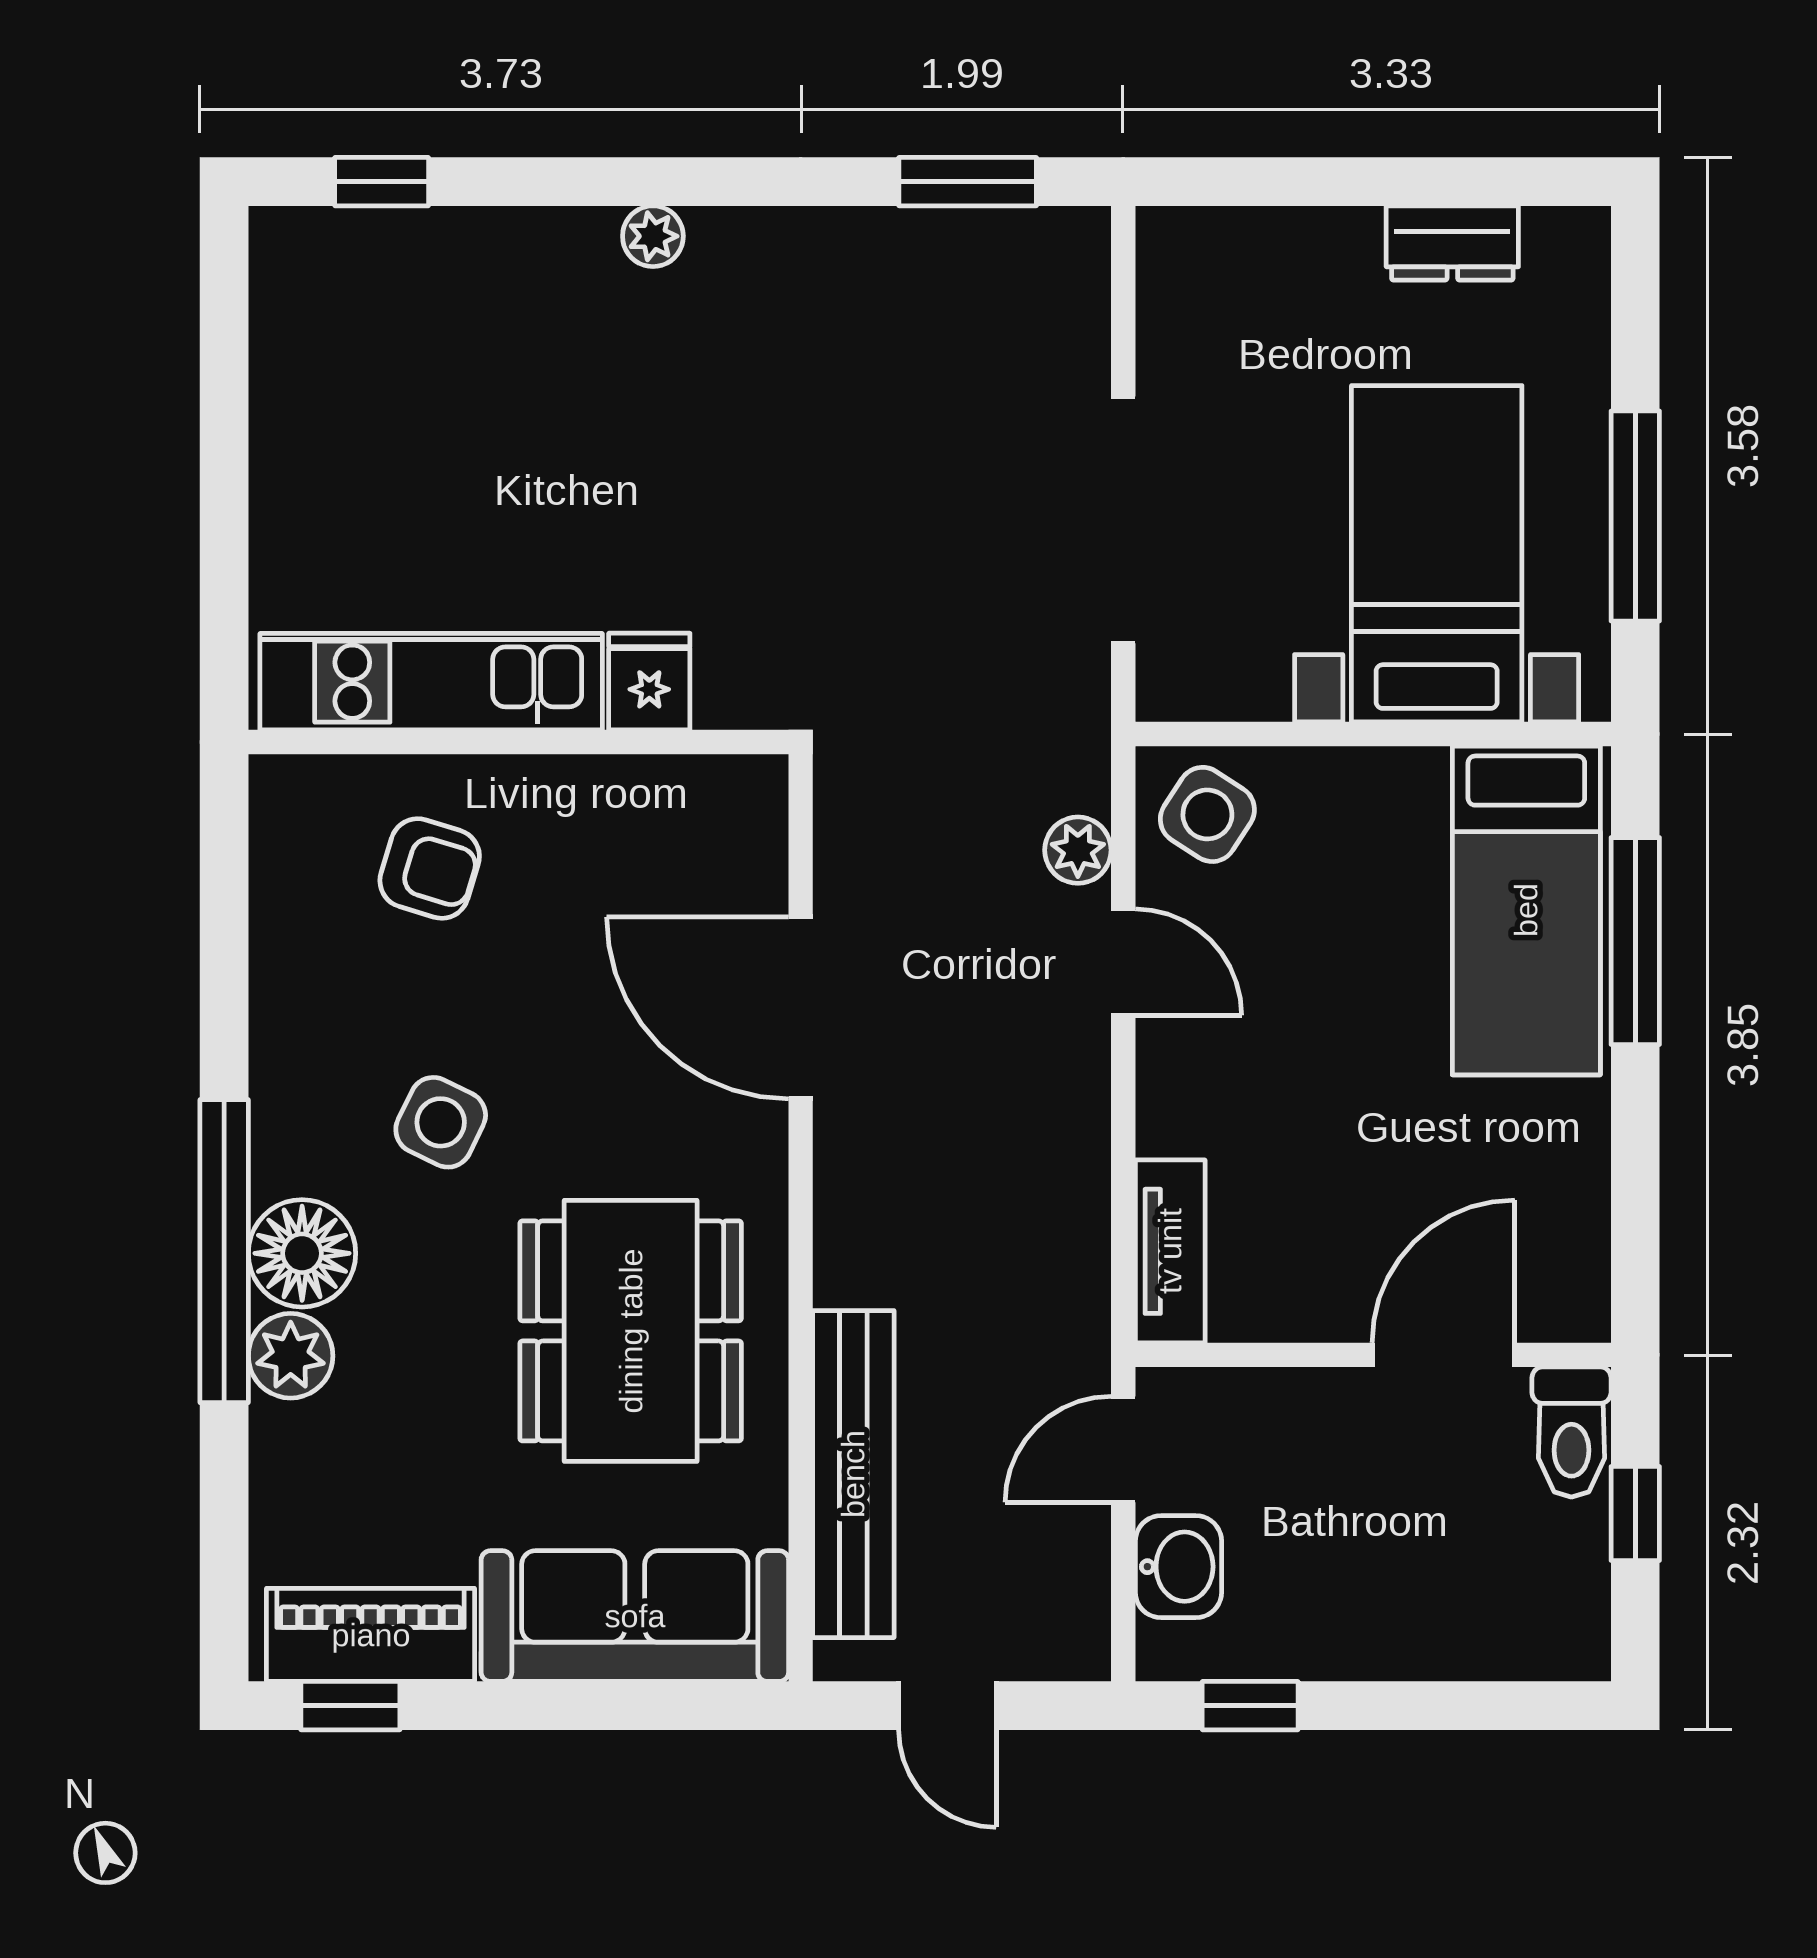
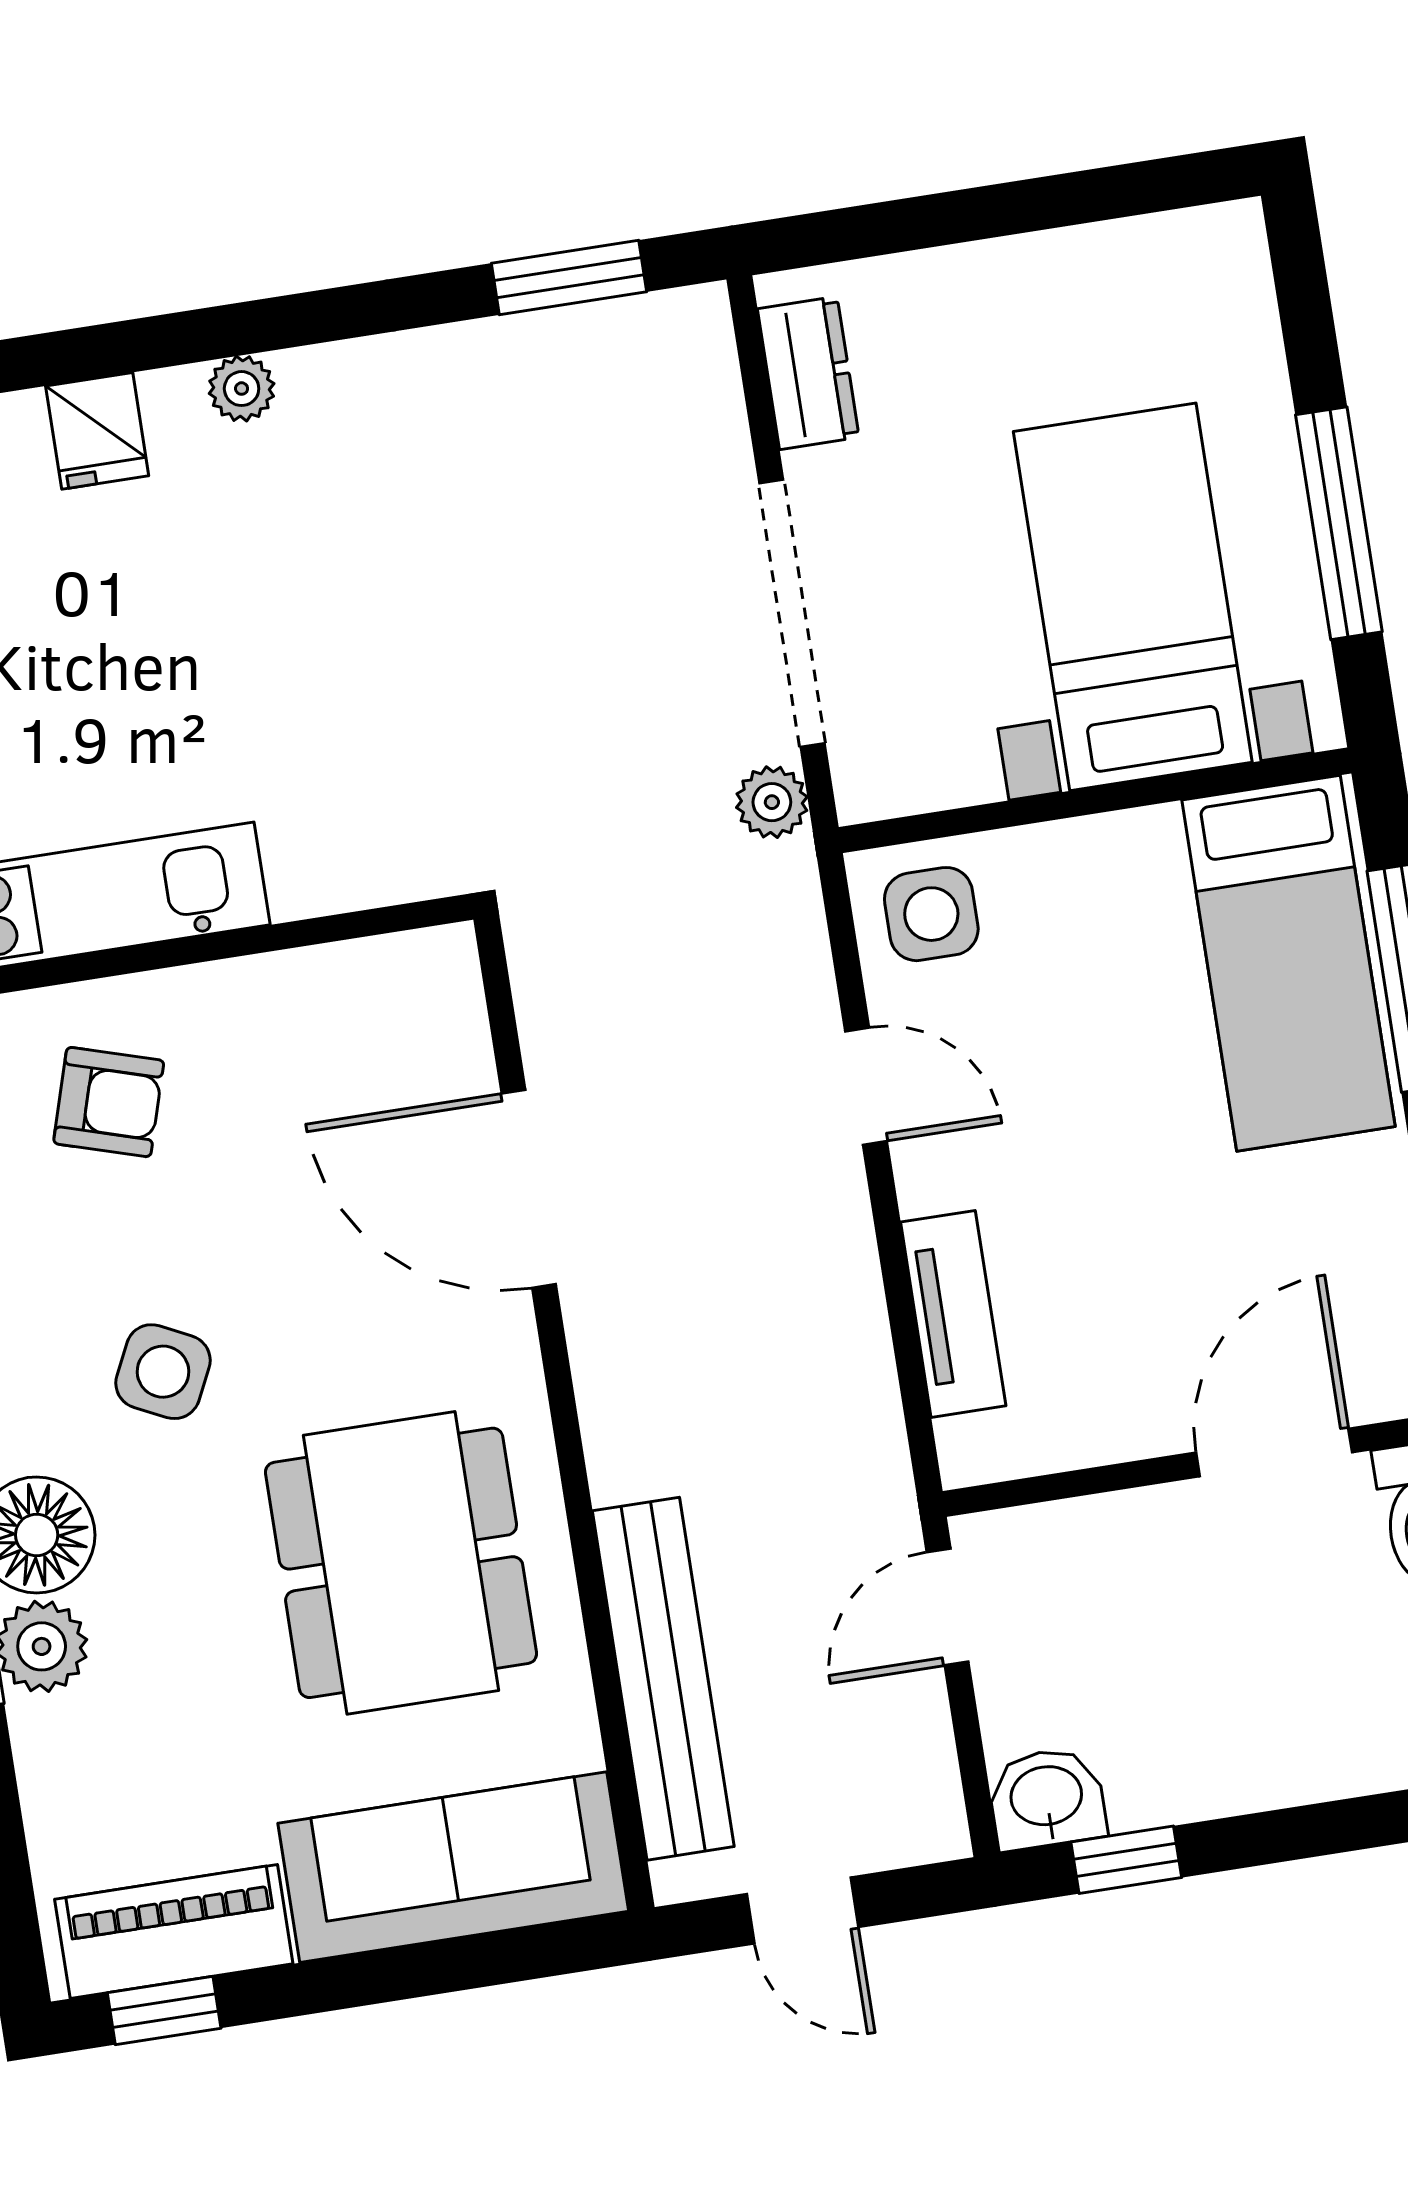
dresser: (1452, 243) -> (808, 373), moved, turned -90
fridge: (649, 682) -> (97, 431), moved, turned 180
side table: (1207, 814) -> (931, 914), turned -33
plant: (1078, 850) -> (772, 802), moved
tv unit: (1170, 1251) -> (953, 1314), moved
washbasin: (1178, 1567) -> (1047, 1798), moved, turned -90

